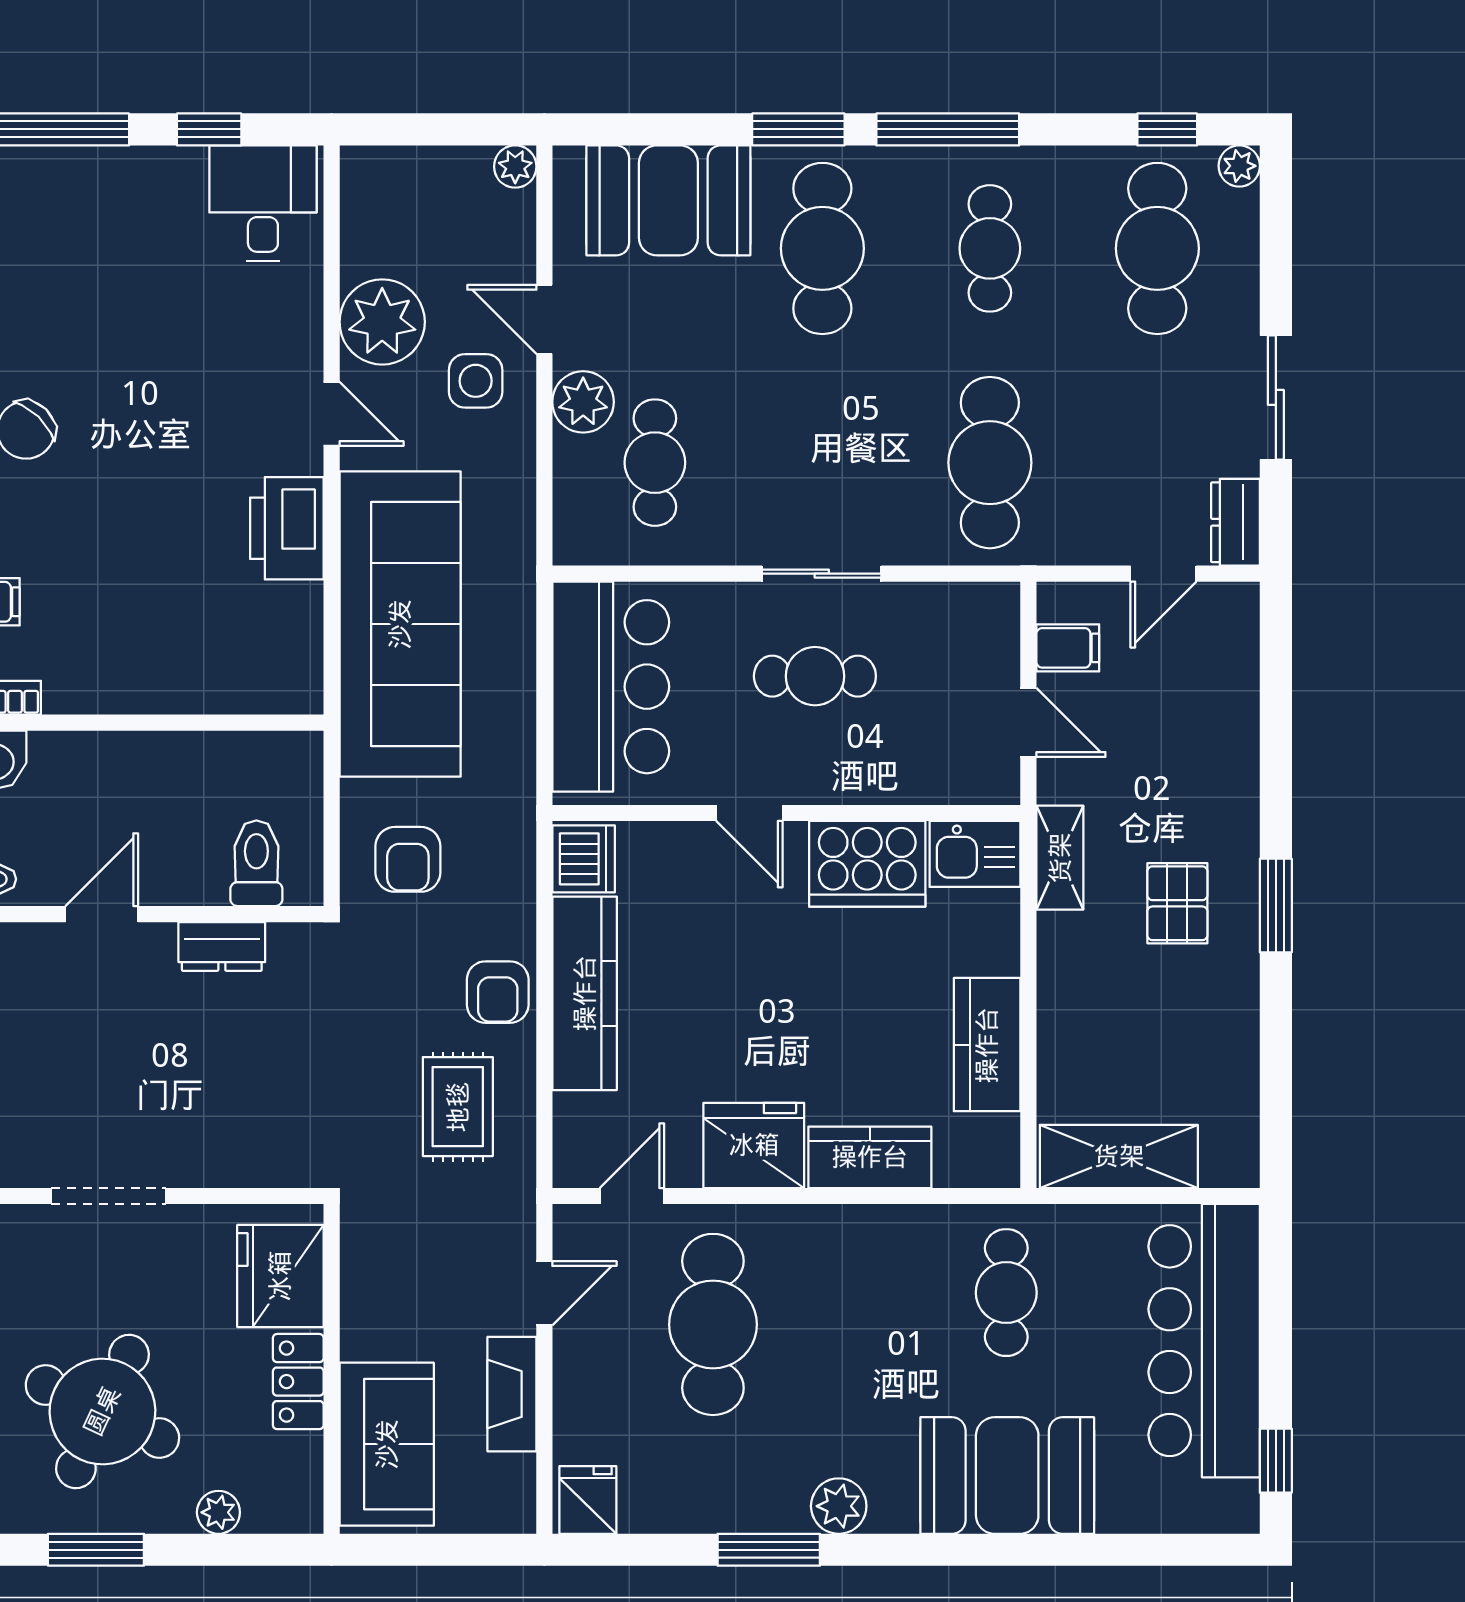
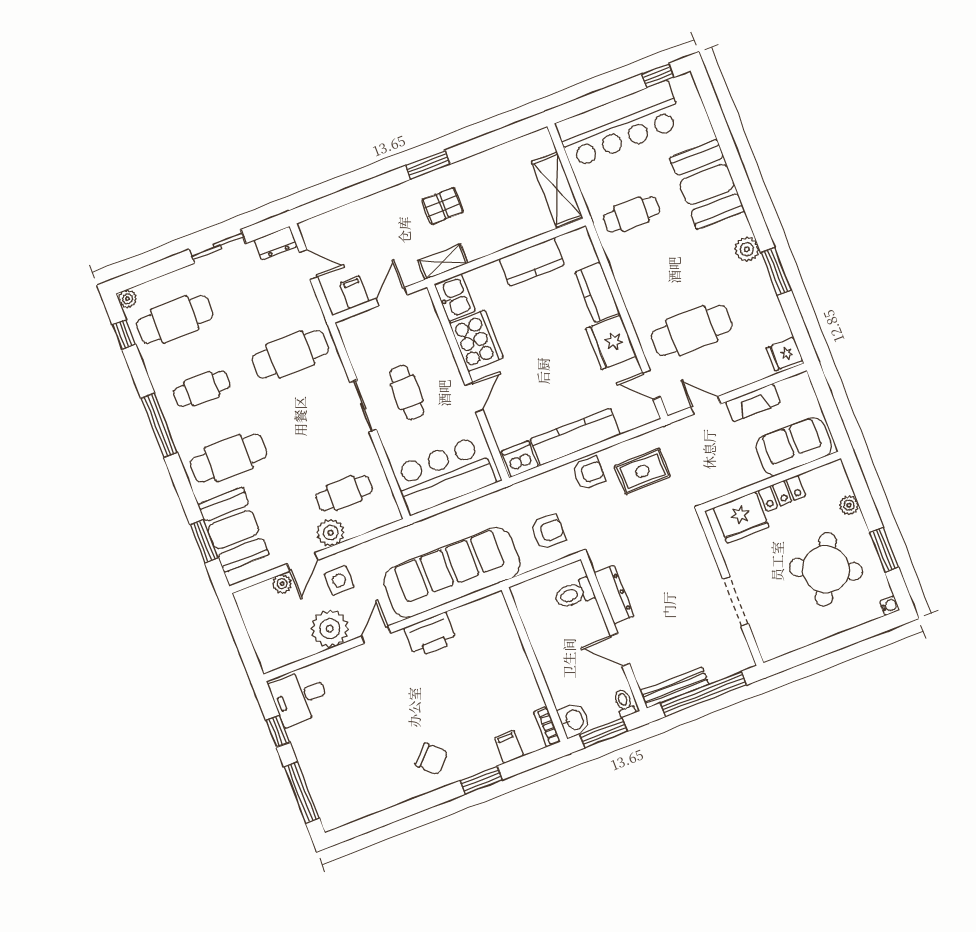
window: (798, 129) -> (204, 541), moved
plant: (515, 167) -> (282, 584), moved
dresser: (222, 946) -> (614, 595), width x1.44

